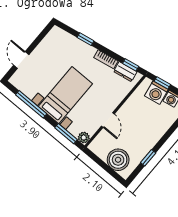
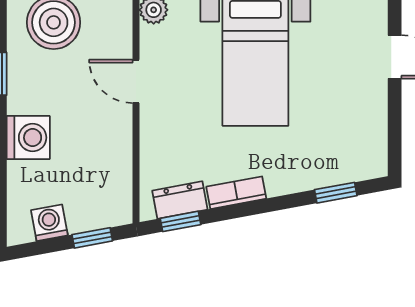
window: (85, 39) -> (336, 193), moved
washing machine: (156, 93) -> (28, 138), moved, turned 101

